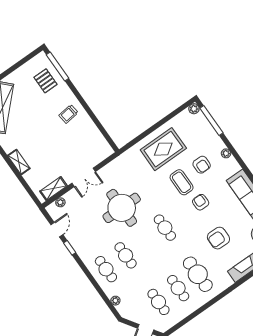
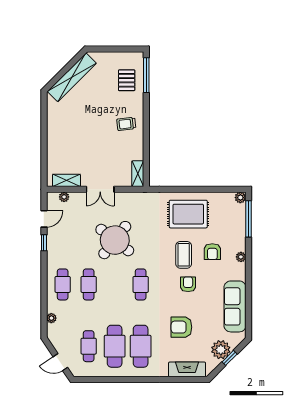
shelving: (19, 162) -> (138, 174), moved
round table: (122, 208) -> (115, 240), turned 38
cafe table: (178, 288) -> (115, 346), width x1.37, depth x1.35

